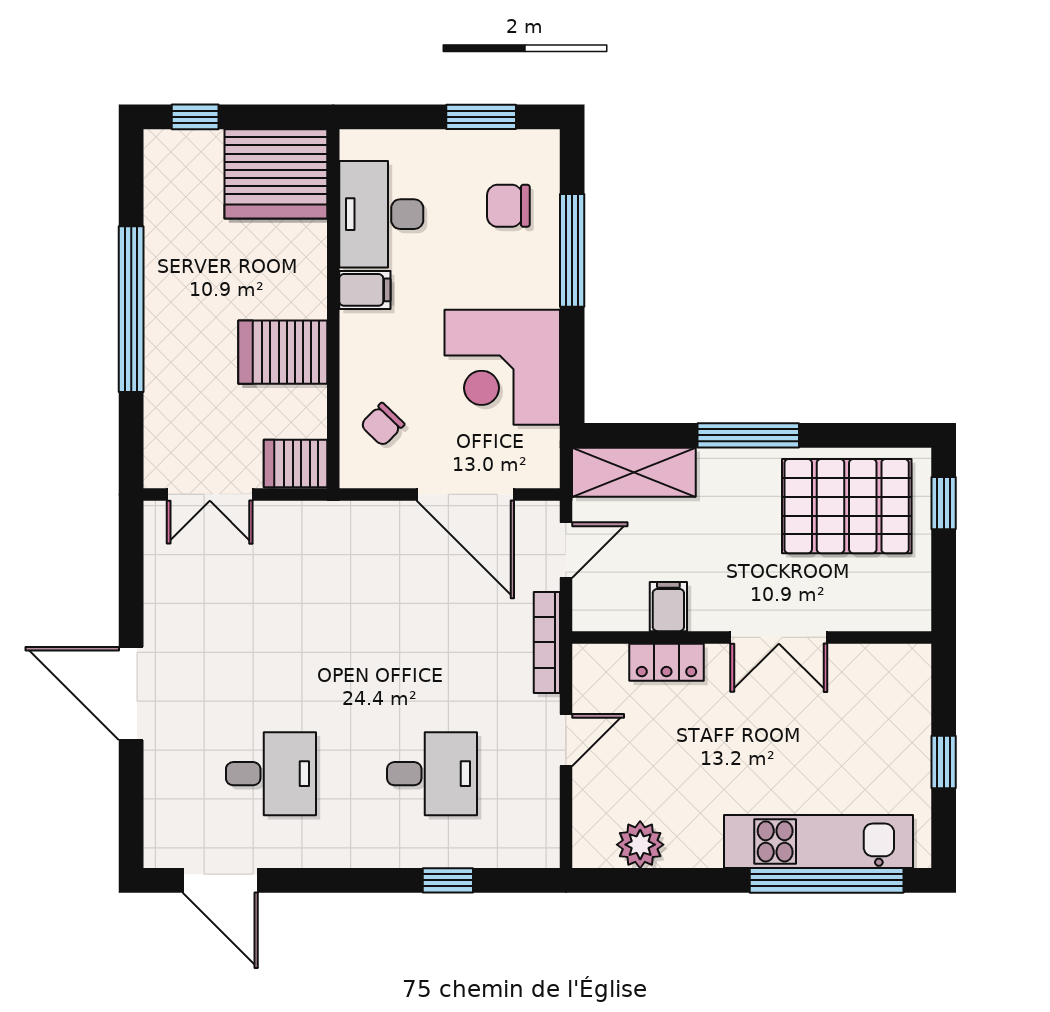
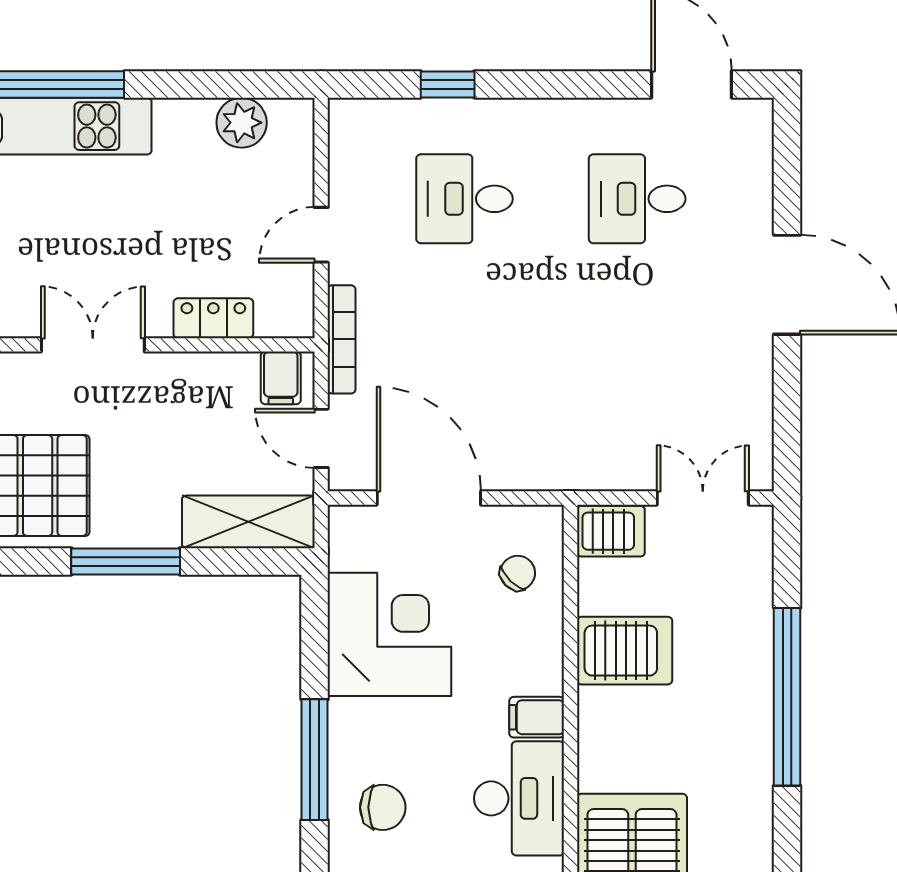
door: (566, 550) -> (321, 438), hinge flipped
filing cabinet: (668, 607) -> (281, 378), moved

